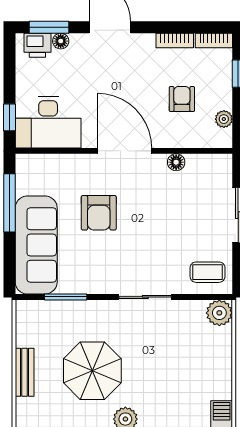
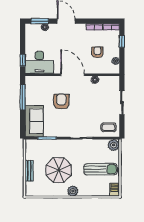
printer: (37, 45) -> (35, 29), removed
armchair: (99, 213) -> (61, 102), turned 180
sofa: (36, 245) -> (34, 121), width x0.73
sun lounger: (189, 369) -> (101, 169), added

